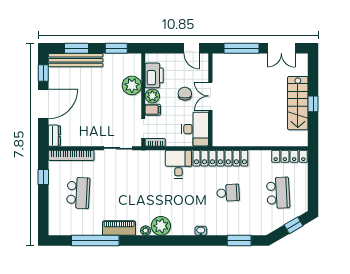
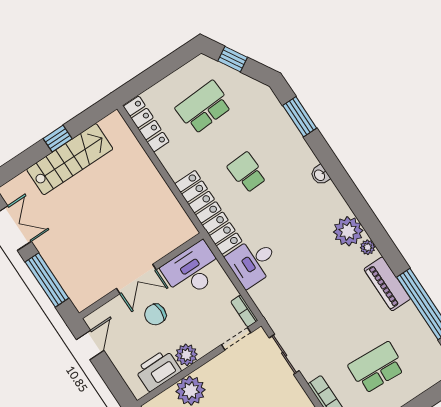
filing cabinet: (153, 110) -> (204, 342), removed

